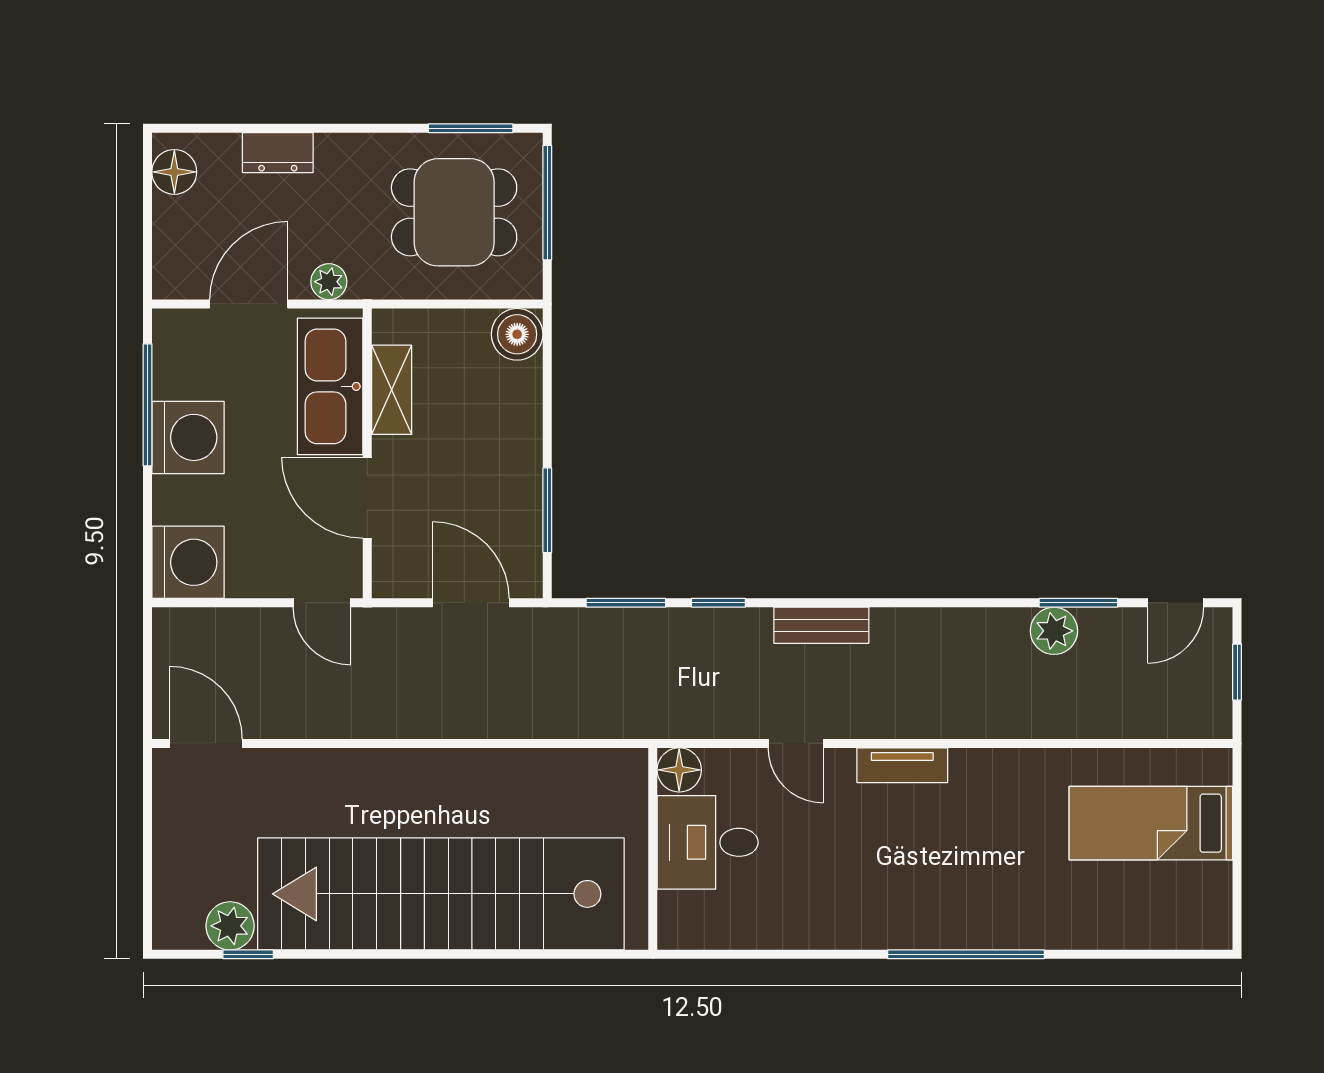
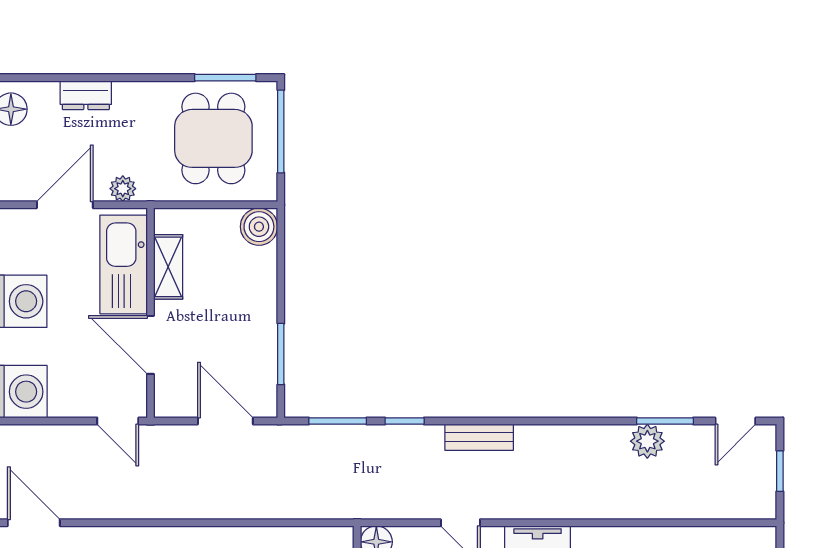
dining table: (454, 212) -> (213, 138), turned 90

